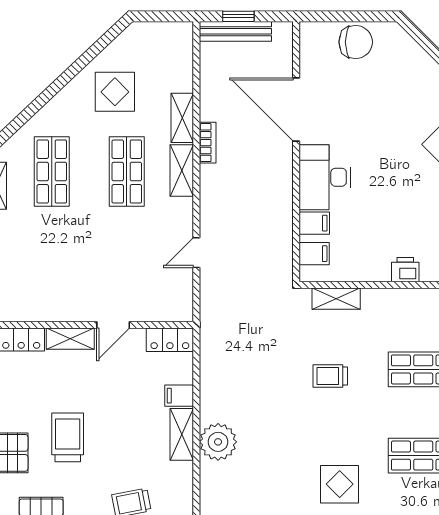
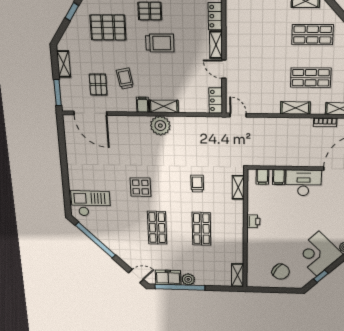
shelving: (182, 170) -> (295, 108), moved
door: (196, 253) -> (238, 115), moved
filing cabinet: (179, 396) -> (143, 105), moved

